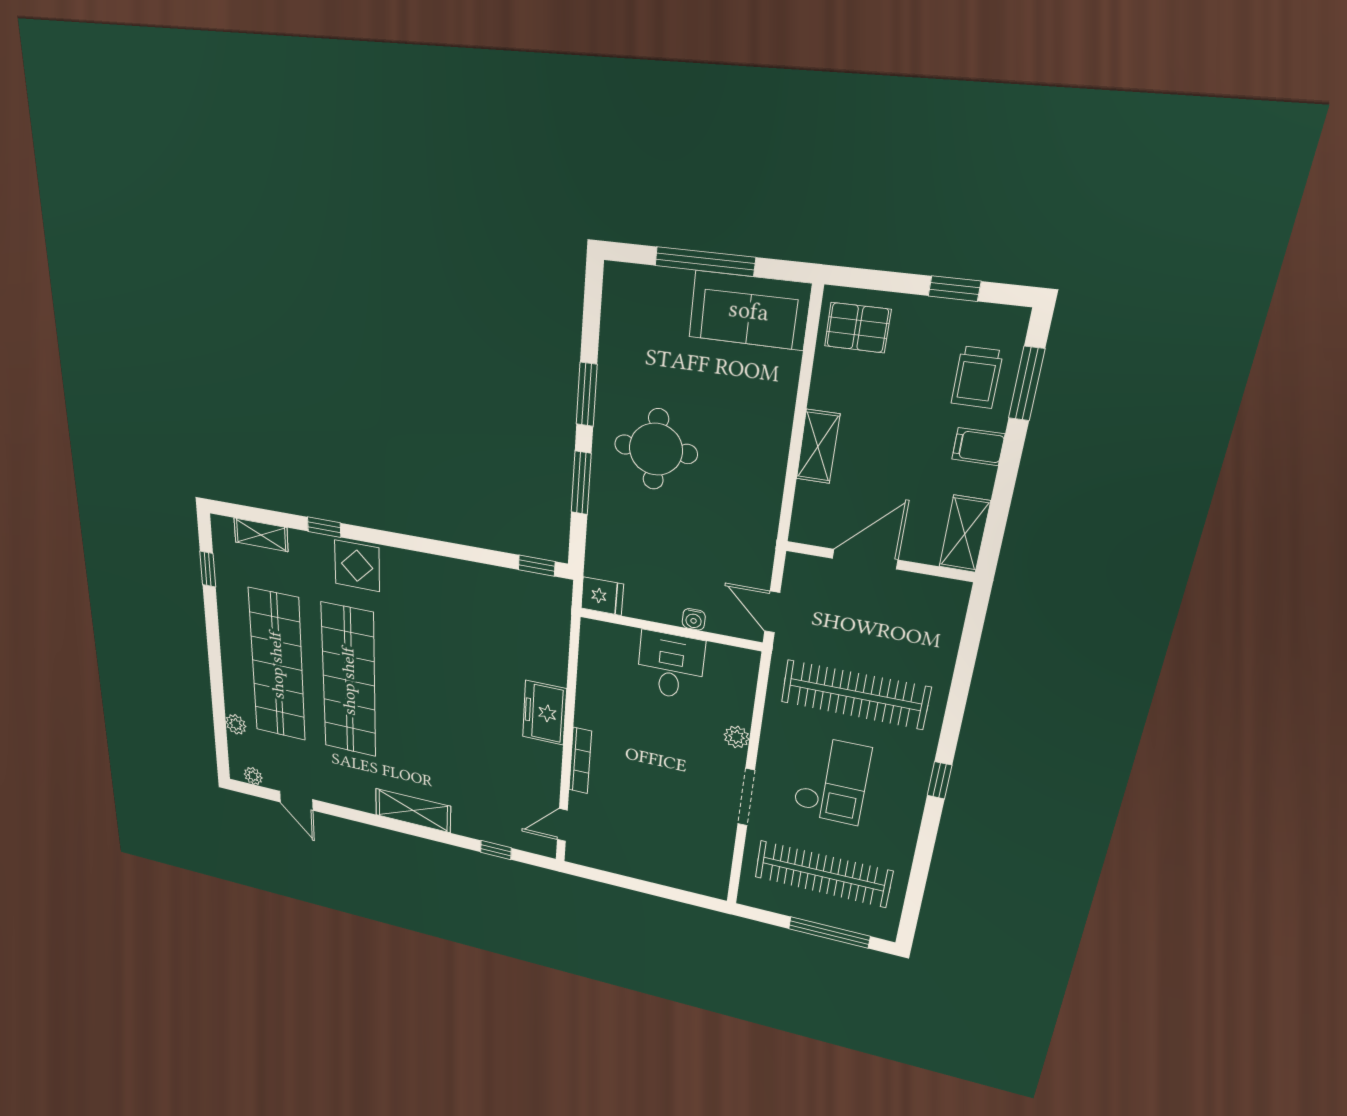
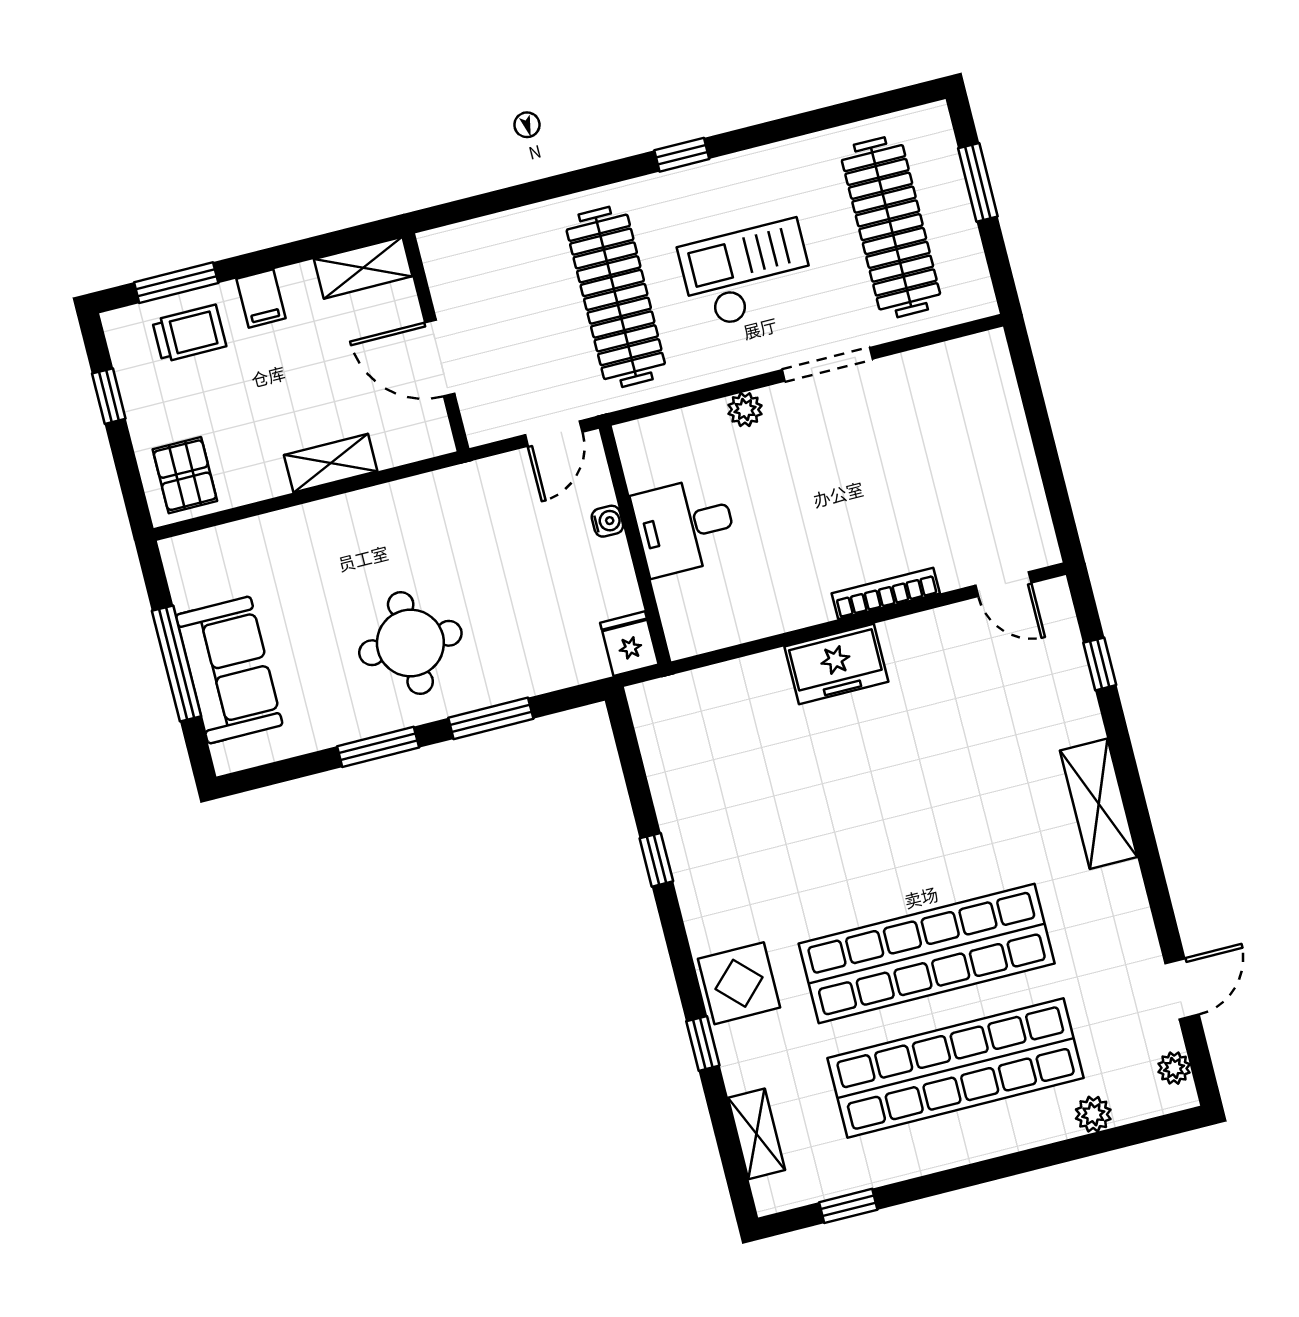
sofa: (749, 311) -> (229, 670), moved
window: (537, 566) -> (656, 860), moved
window: (829, 932) -> (978, 182), width x0.69

